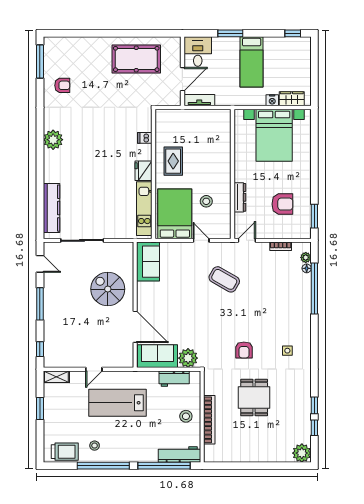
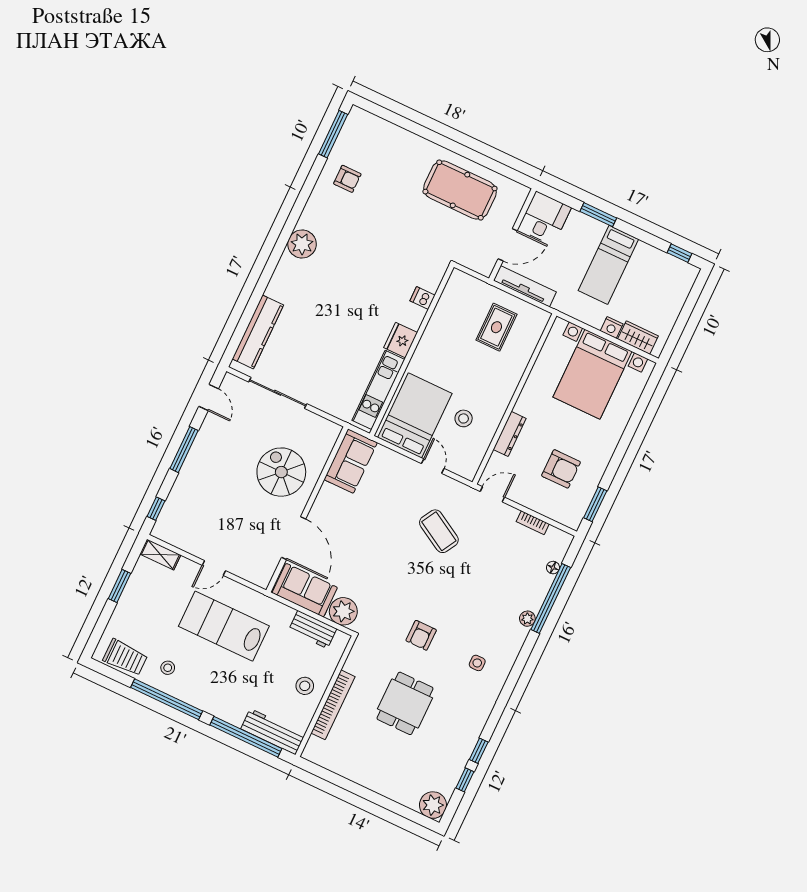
tv unit: (199, 100) -> (525, 286), width x1.41
rug: (173, 161) -> (496, 327), moved
plant: (306, 257) -> (527, 619), moved

